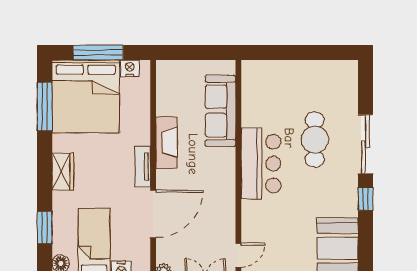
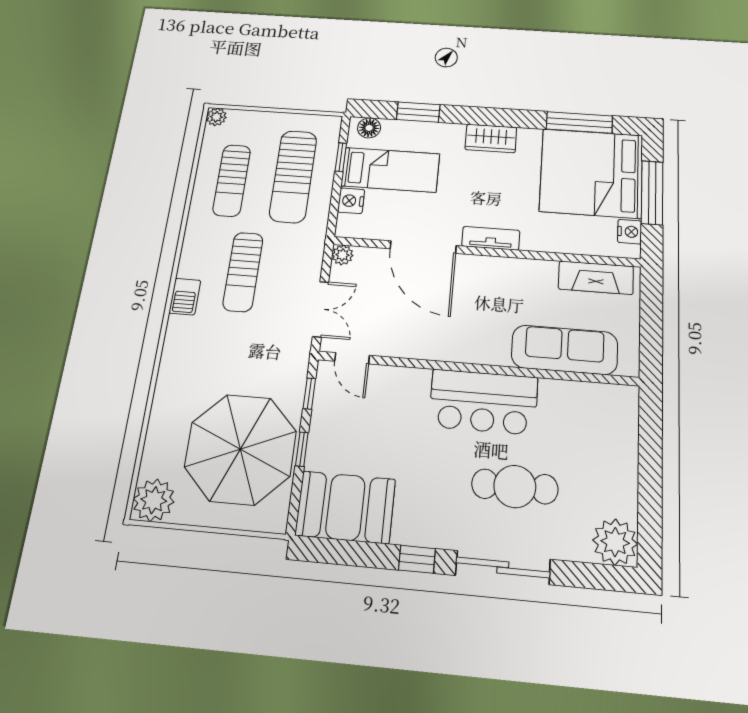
plant: (344, 74) -> (615, 542), added
fireplace: (167, 143) -> (596, 278), moved

